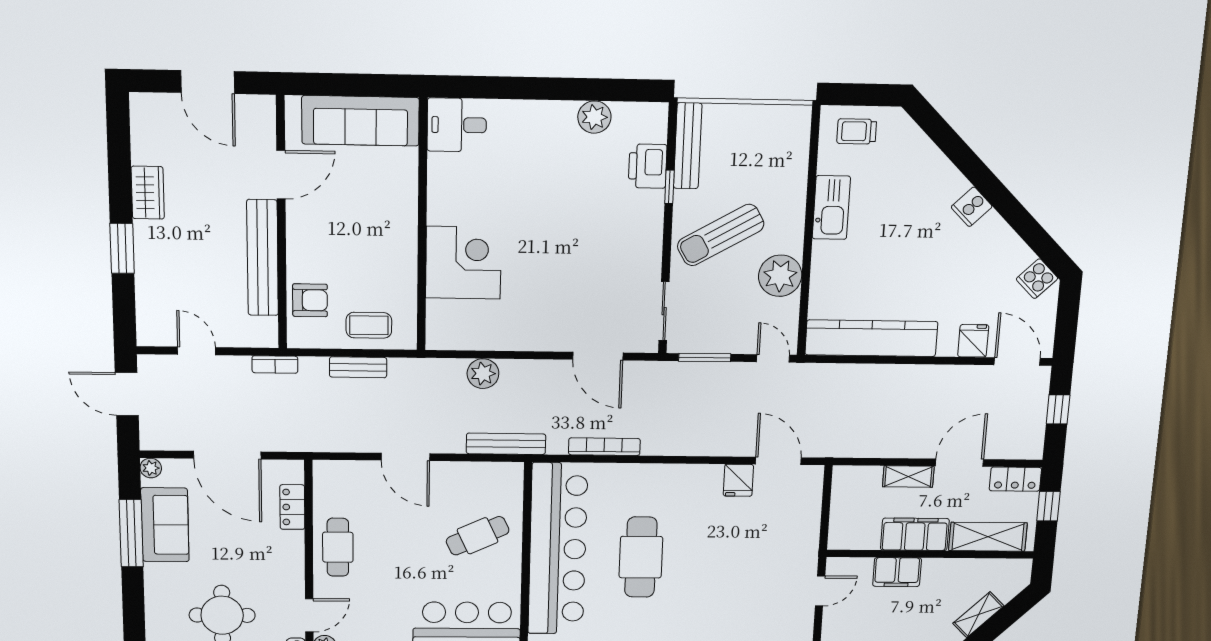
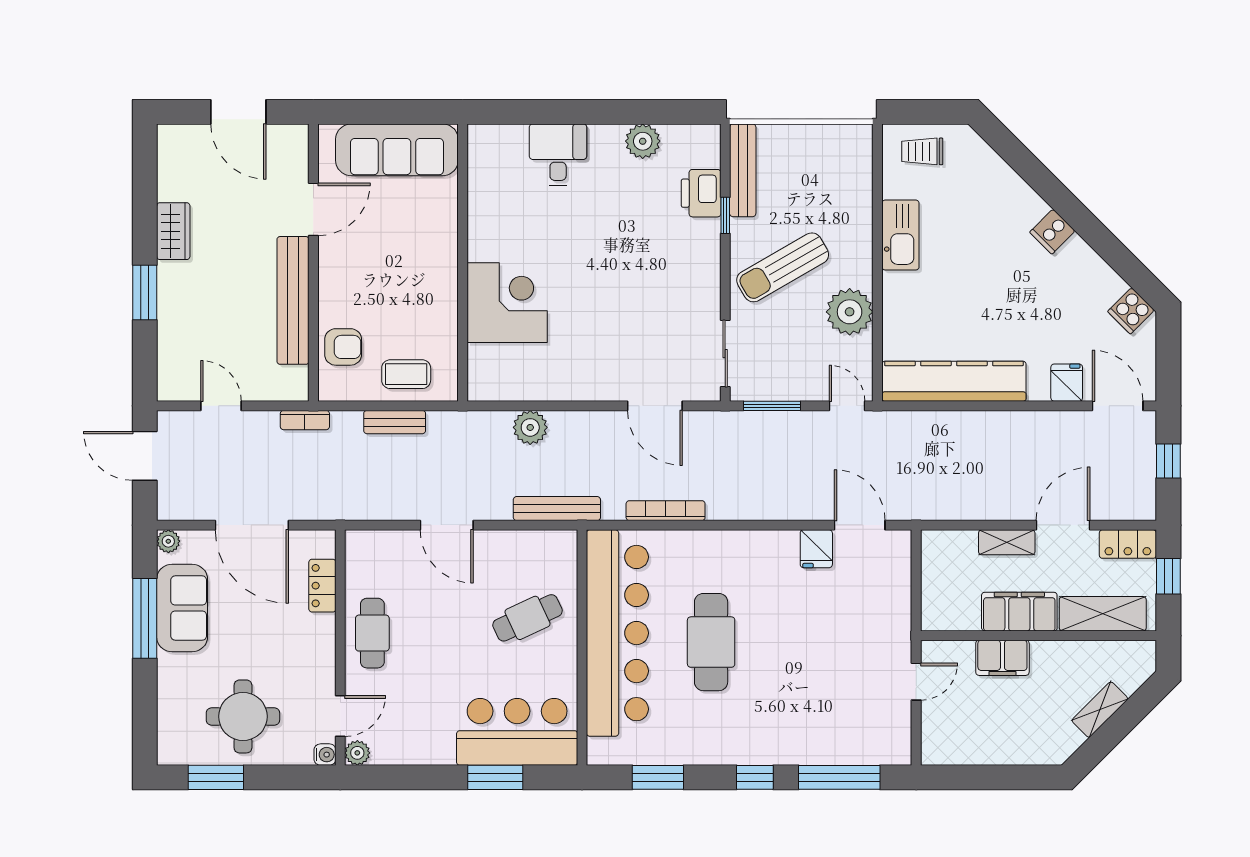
desk: (457, 125) -> (558, 155), moved, turned 90

